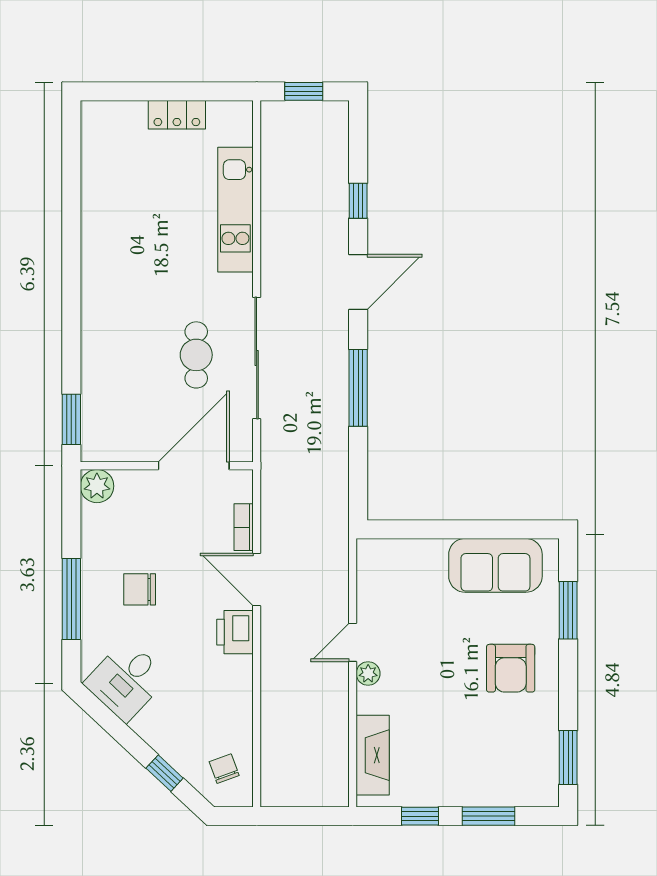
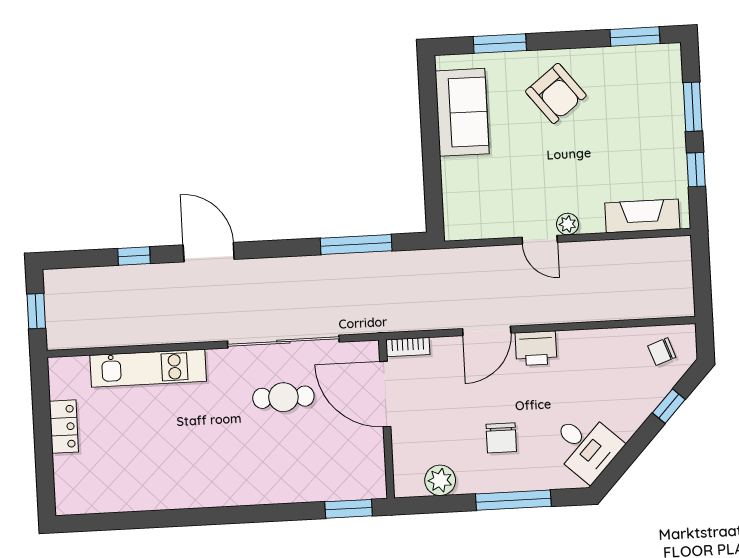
window: (358, 388) -> (356, 244), moved
plant: (97, 486) -> (440, 480), moved
bookcase: (244, 527) -> (408, 347), moved
armchair: (511, 668) -> (556, 93), turned 52

